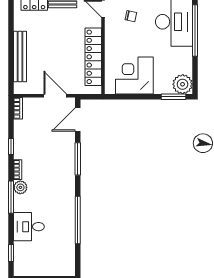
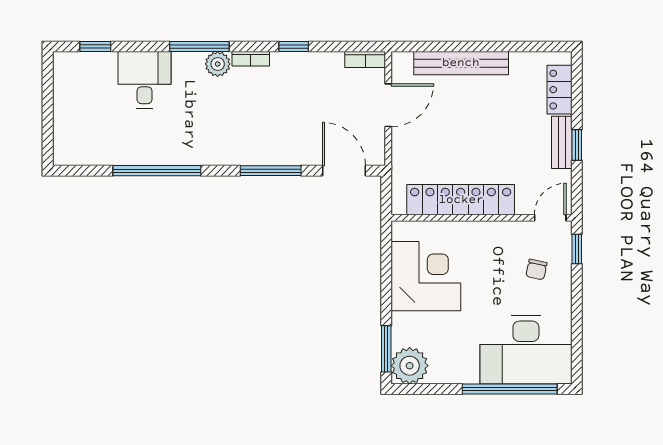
door: (55, 96) -> (388, 105), moved

